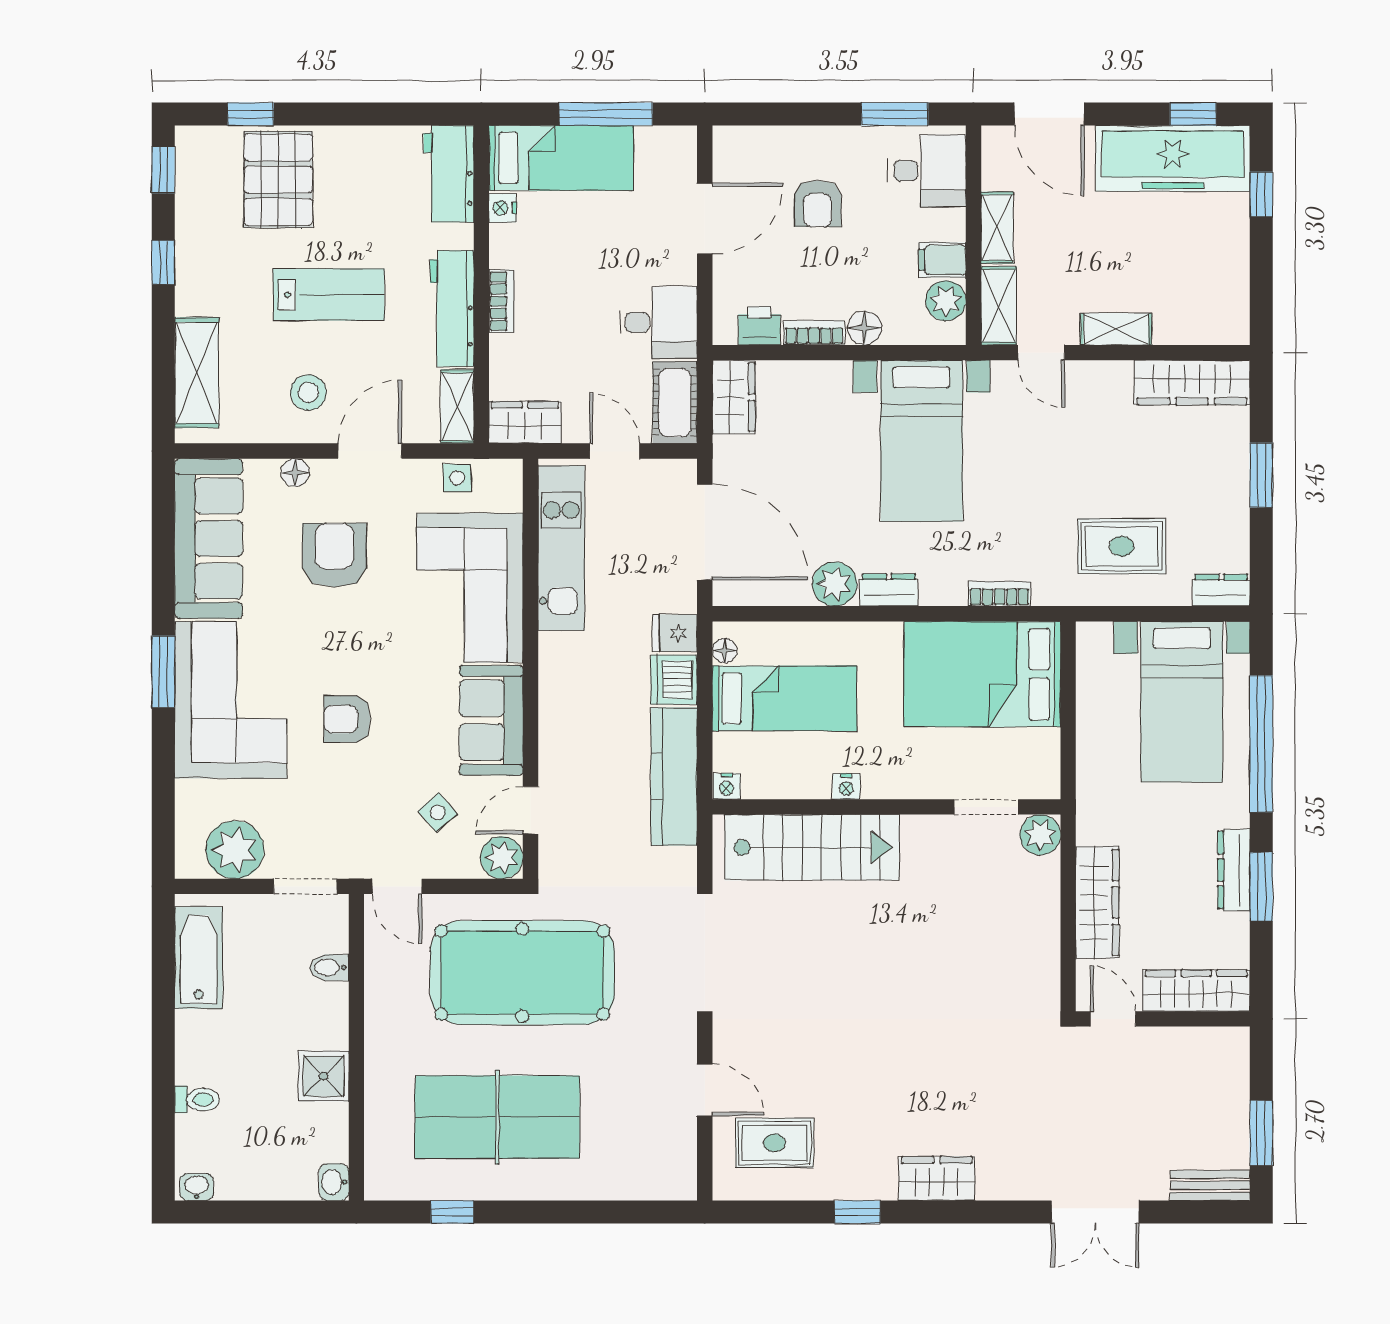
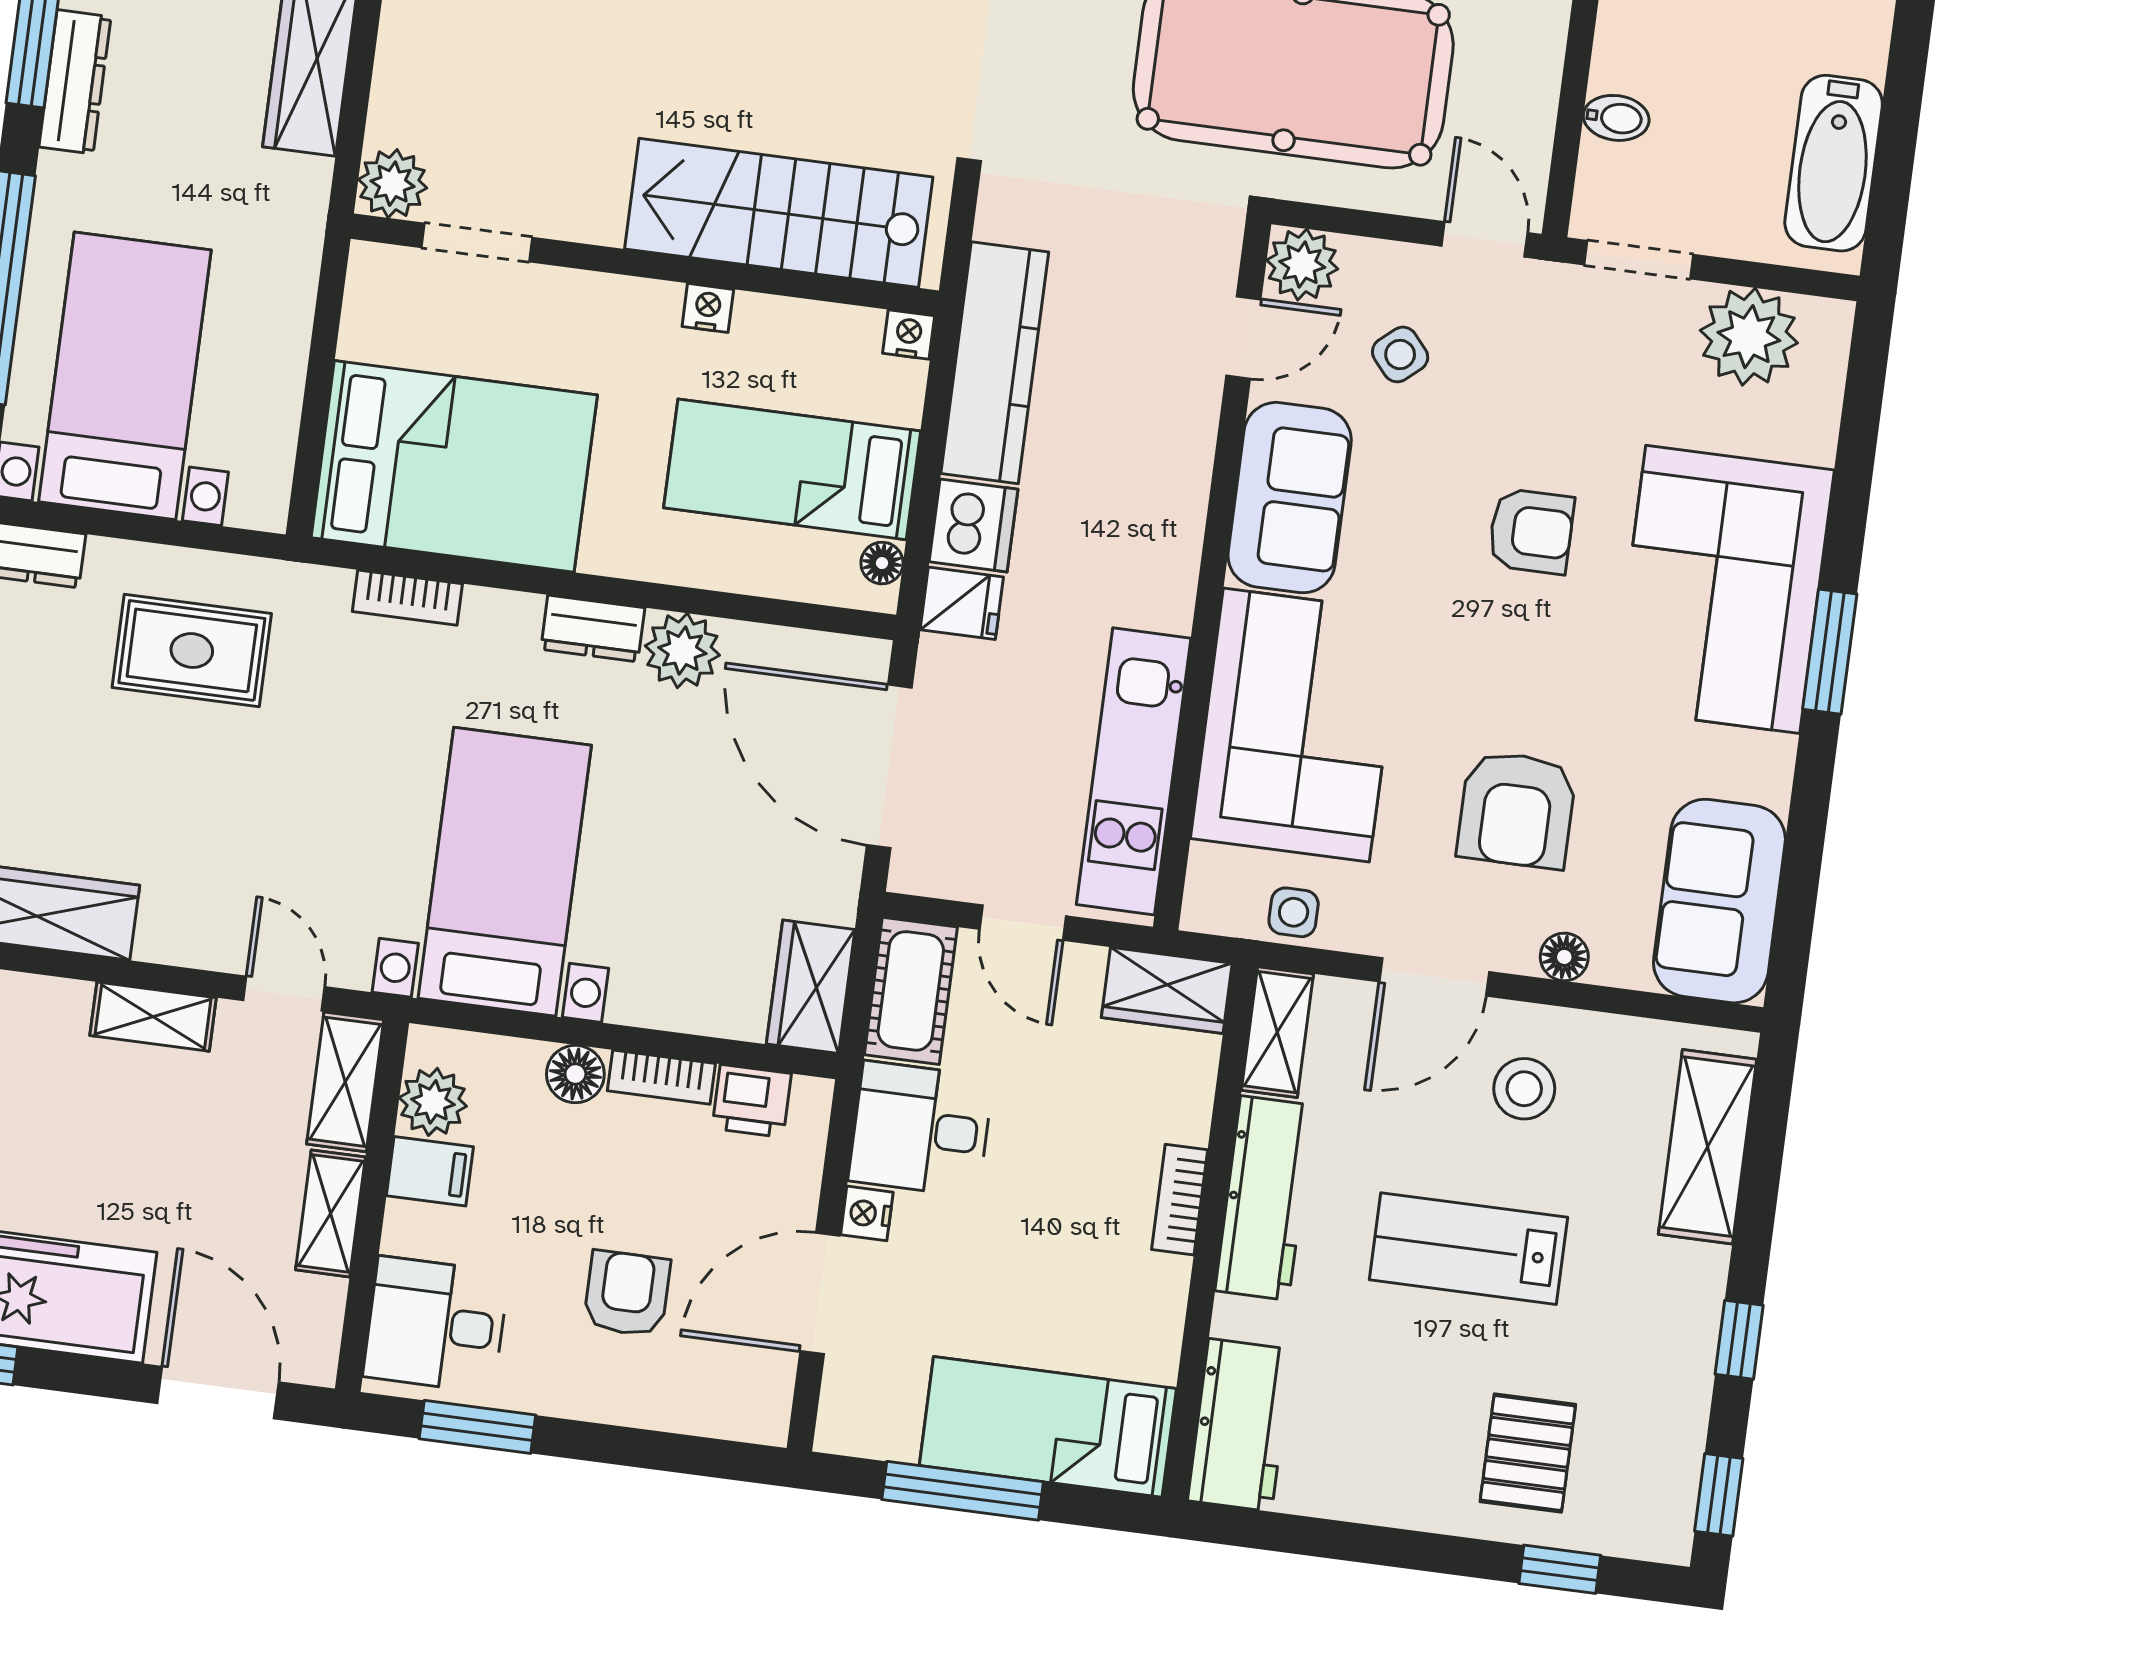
pallet: (278, 180) -> (1528, 1453), width x0.67, depth x0.71
nightstand: (503, 208) -> (867, 1213), moved, turned 180
sofa: (209, 538) -> (1719, 901), width x0.73

